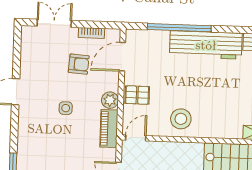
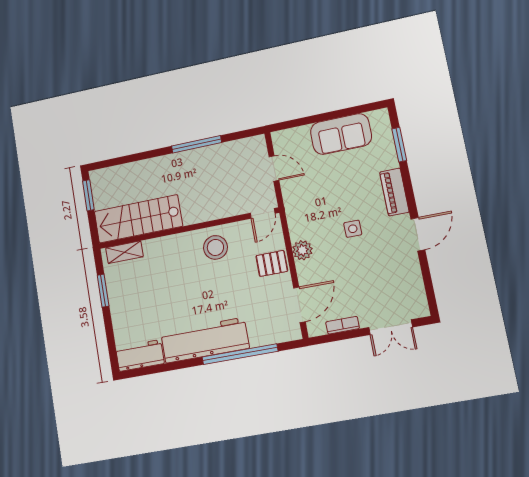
armchair: (79, 64) -> (349, 284), removed
piano: (109, 129) -> (394, 192), moved, turned 180

